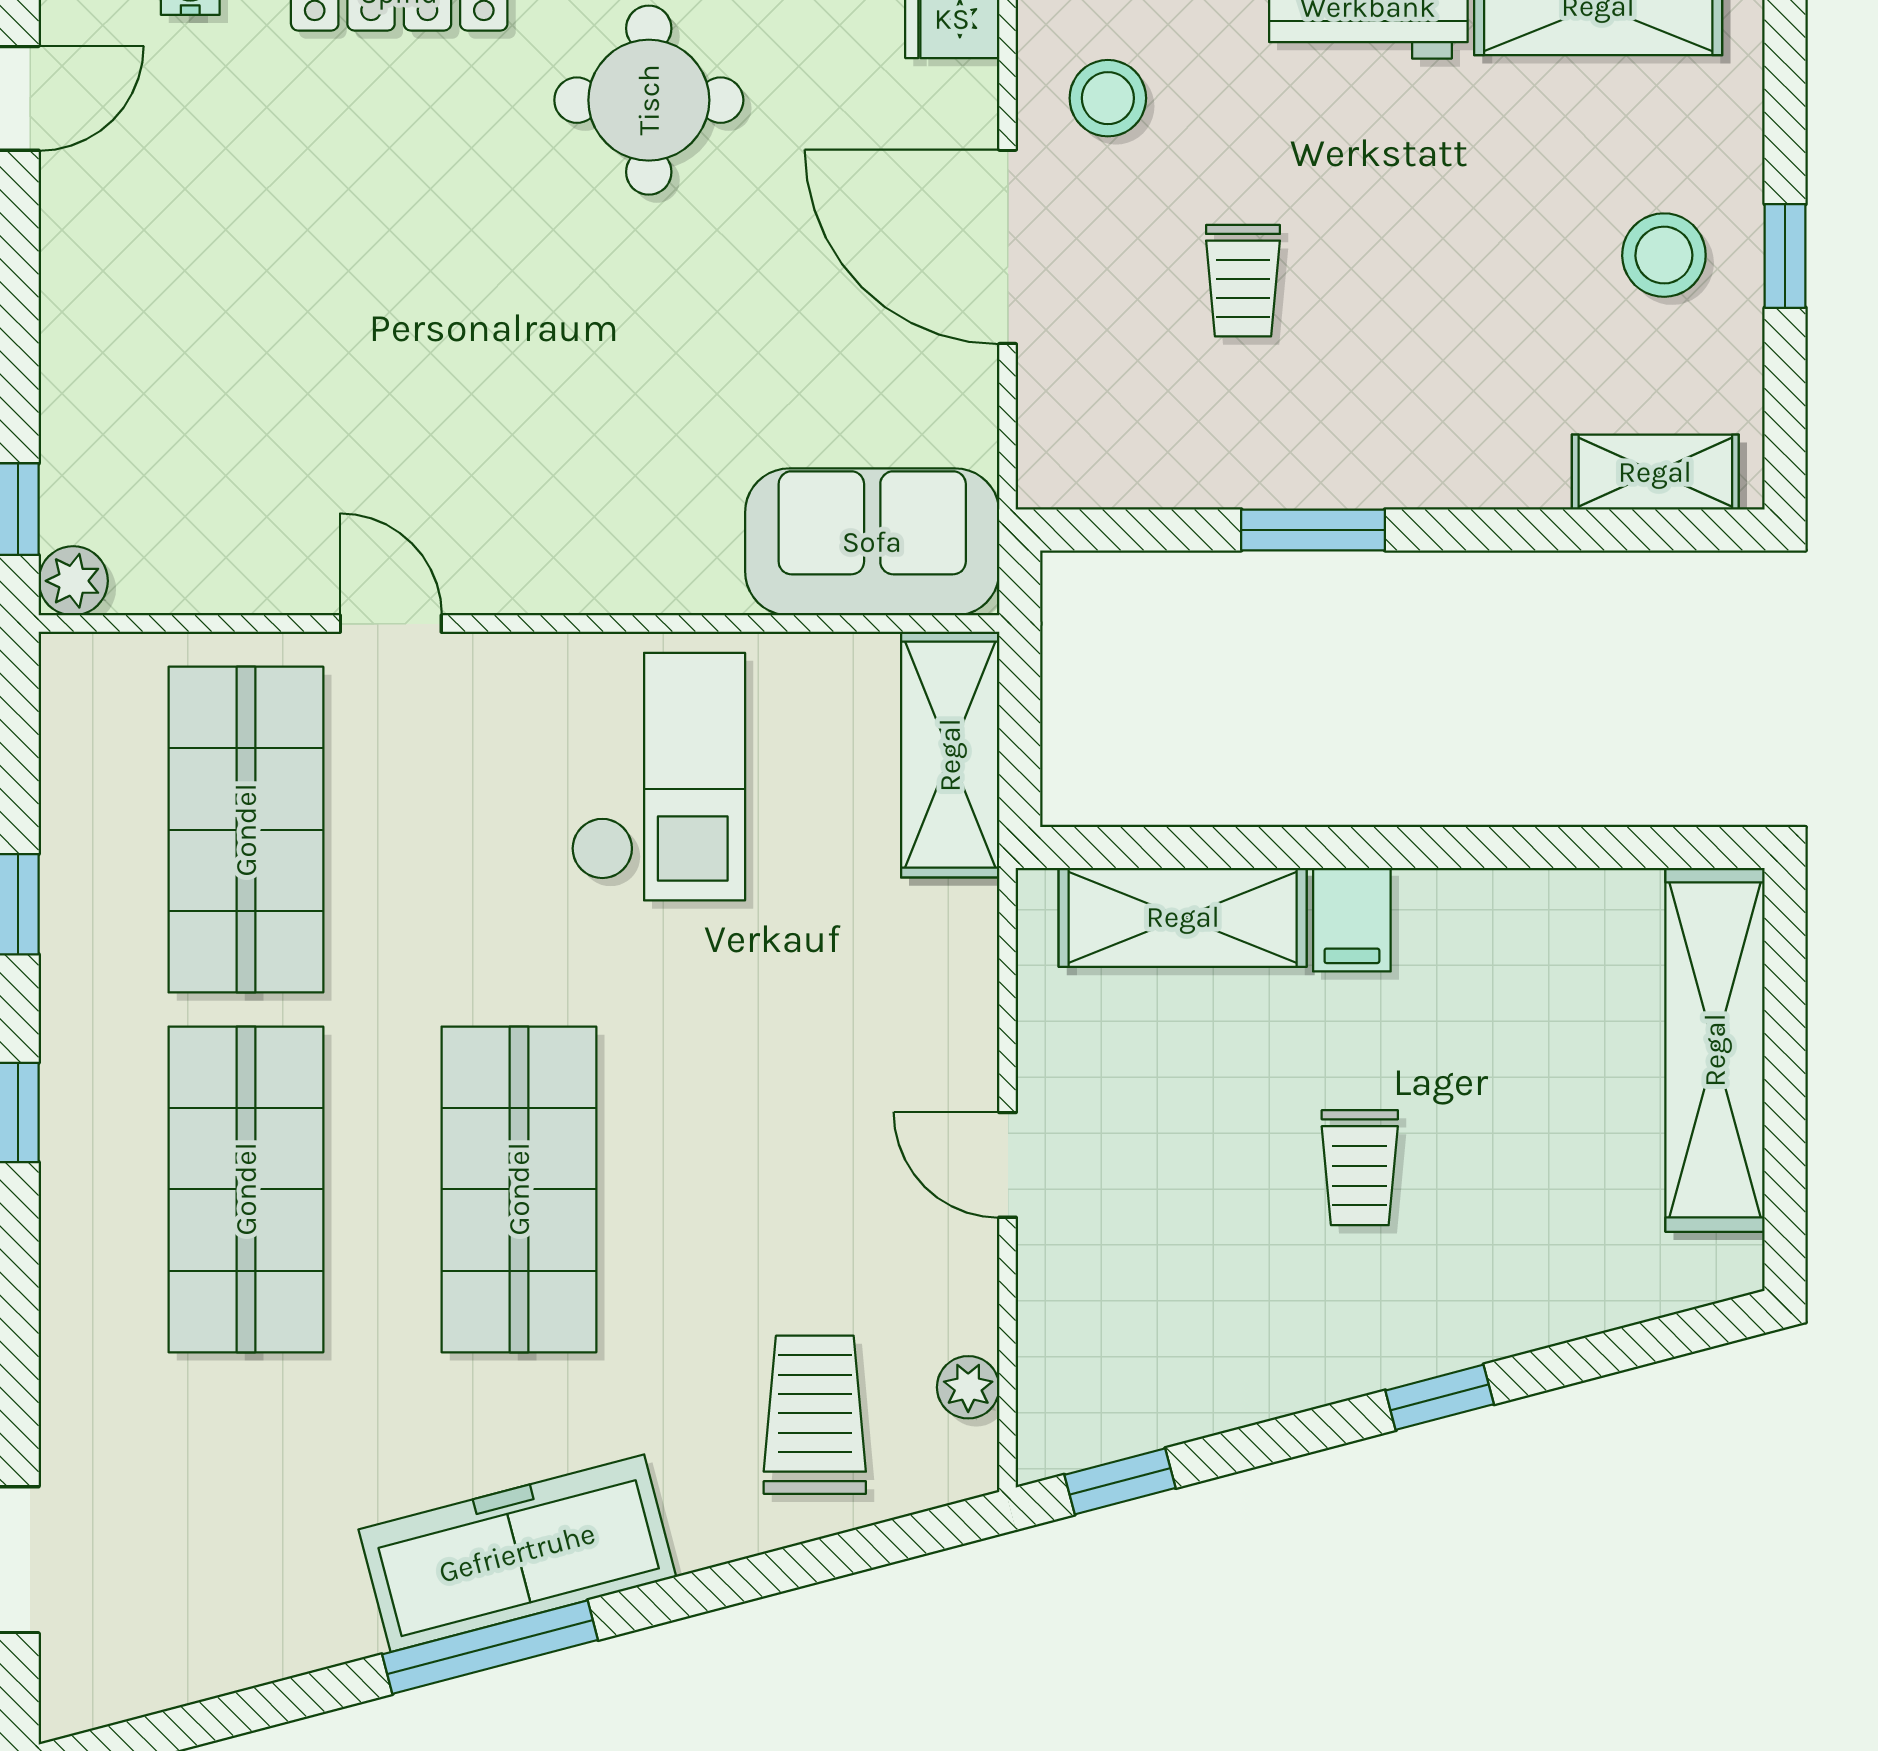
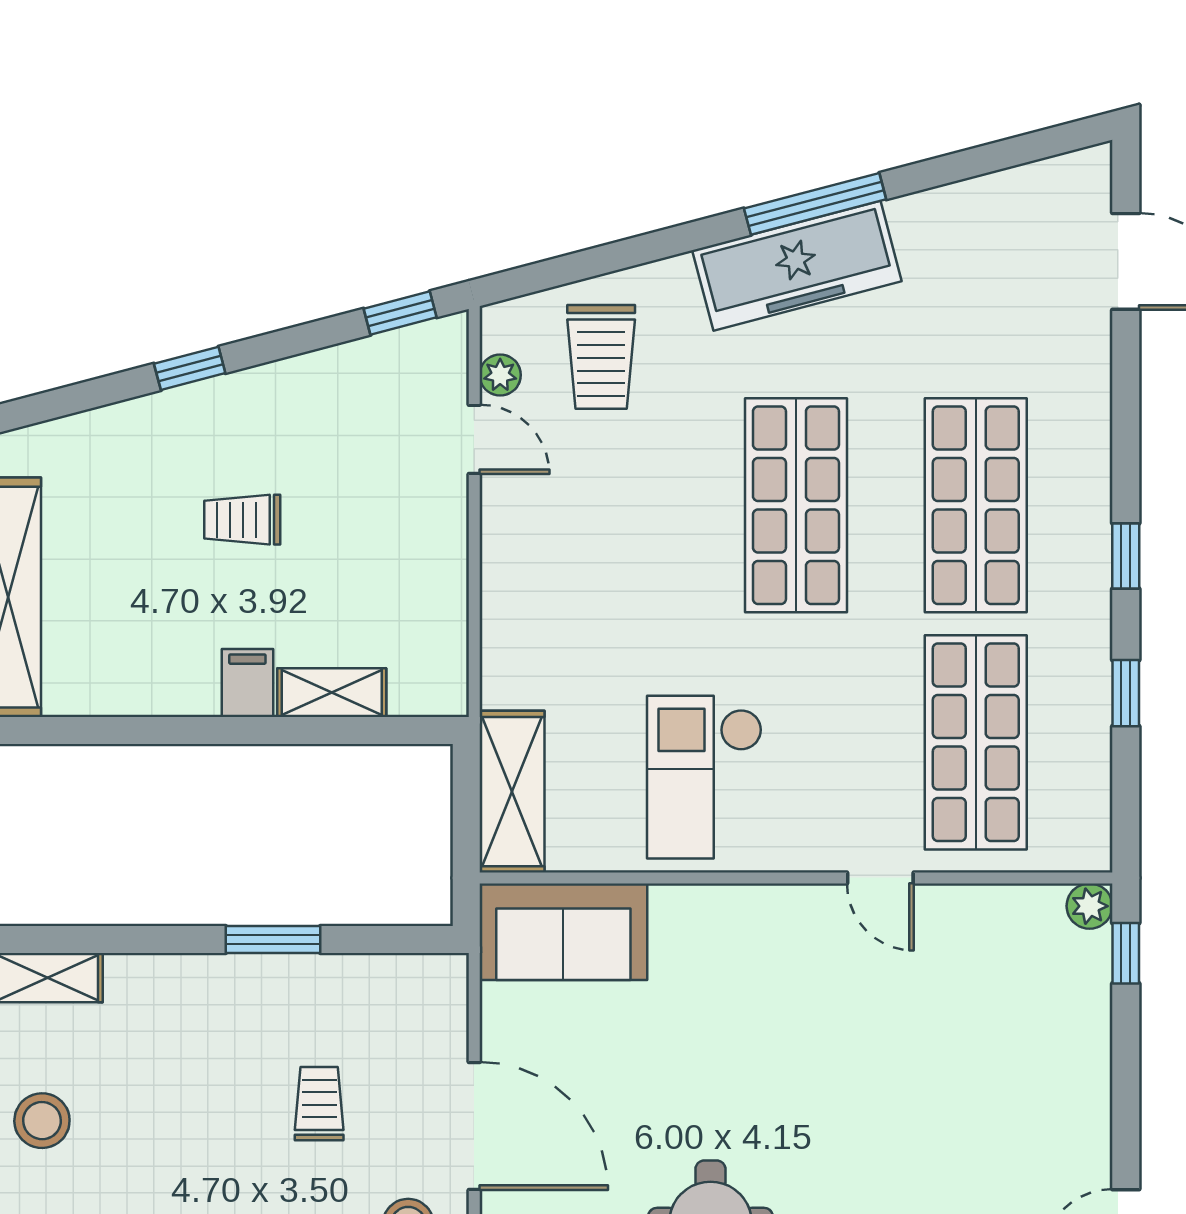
shelving: (1183, 917) -> (332, 693), width x0.67, depth x0.75
door: (1008, 1165) -> (474, 439), moved
trolley: (1360, 1168) -> (242, 520), turned -90

